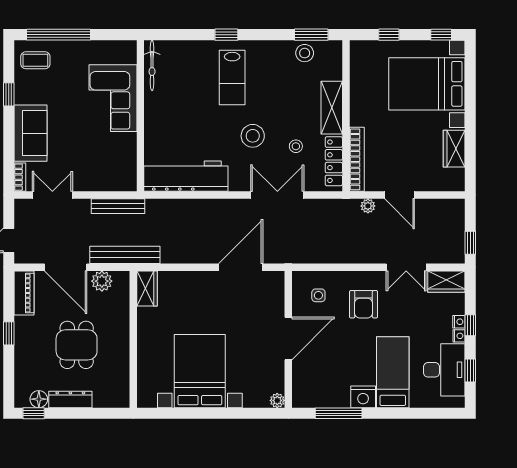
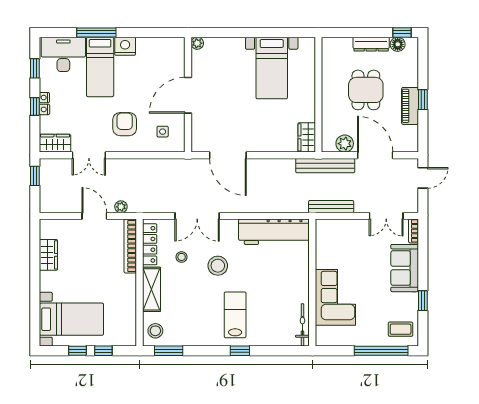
window: (441, 35) -> (78, 351), moved
stool: (305, 53) -> (155, 331), moved
bed with nightstands: (427, 84) -> (71, 319), width x0.73
door: (241, 267) -> (228, 155), hinge flipped
double door: (406, 267) -> (89, 155), swing flipped
piano: (24, 293) -> (410, 106), moved
desk: (444, 370) -> (63, 54), moved, turned 90
bed with nightstands: (200, 371) -> (272, 68), width x0.73
window: (339, 413) -> (96, 32), moved

